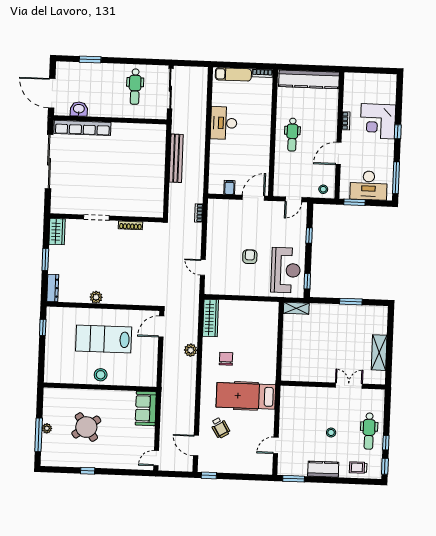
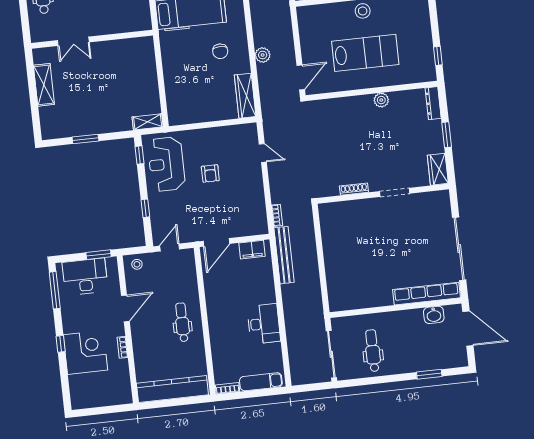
bench: (176, 158) -> (284, 255), moved
filing cabinet: (229, 187) -> (252, 250), width x2.00

